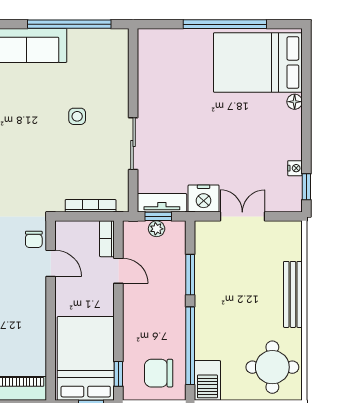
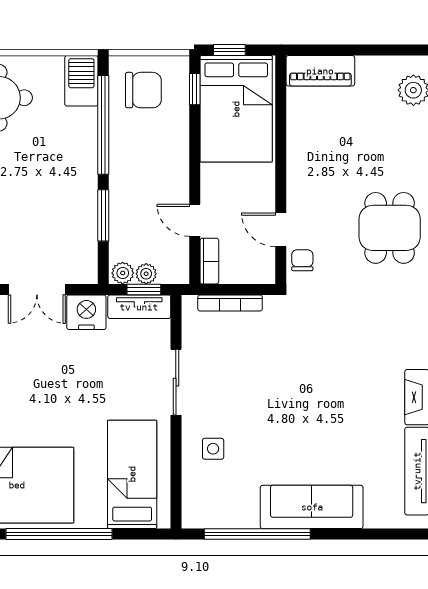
bed: (168, 71) -> (132, 474), added
side table: (77, 116) -> (213, 449), moved
plant: (175, 229) -> (123, 273), added

